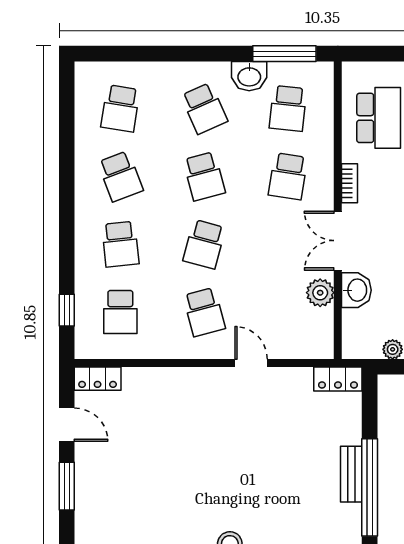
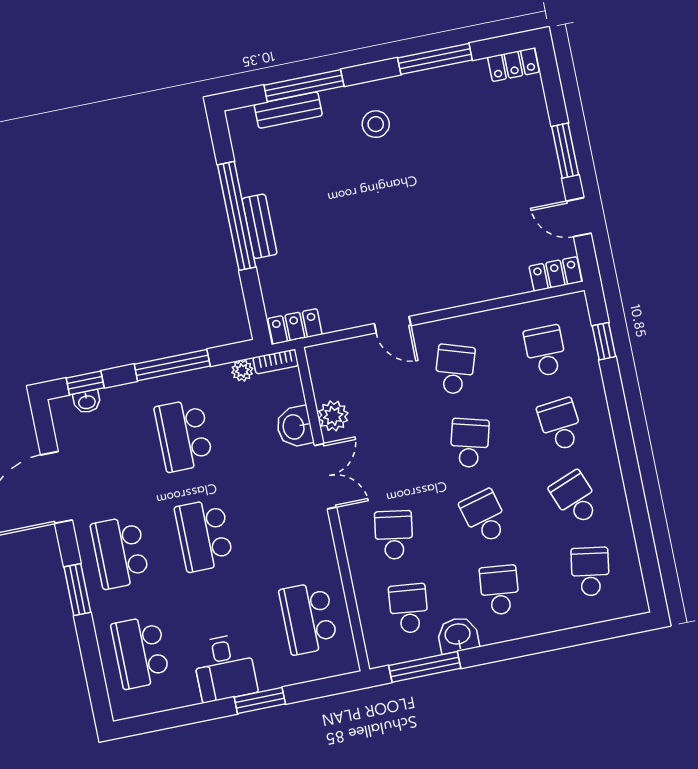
school desk: (204, 108) -> (499, 590), turned 30
bookcase: (349, 183) -> (276, 362), moved, turned -90
school desk: (204, 312) -> (455, 369), turned 33

